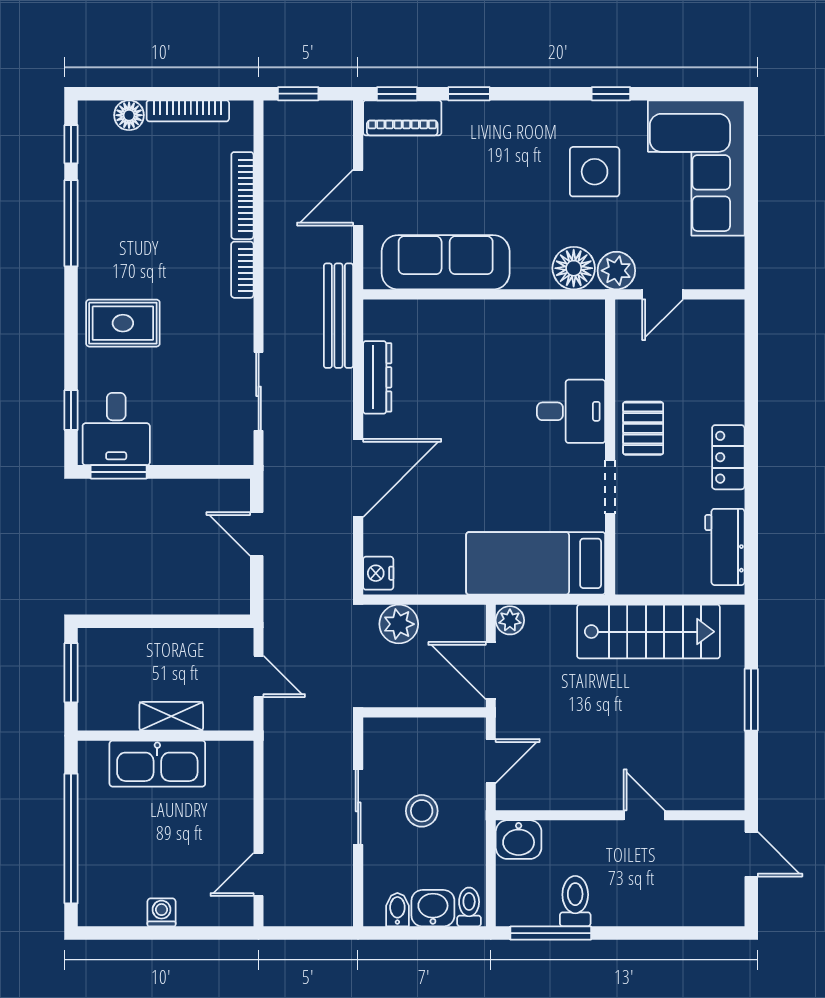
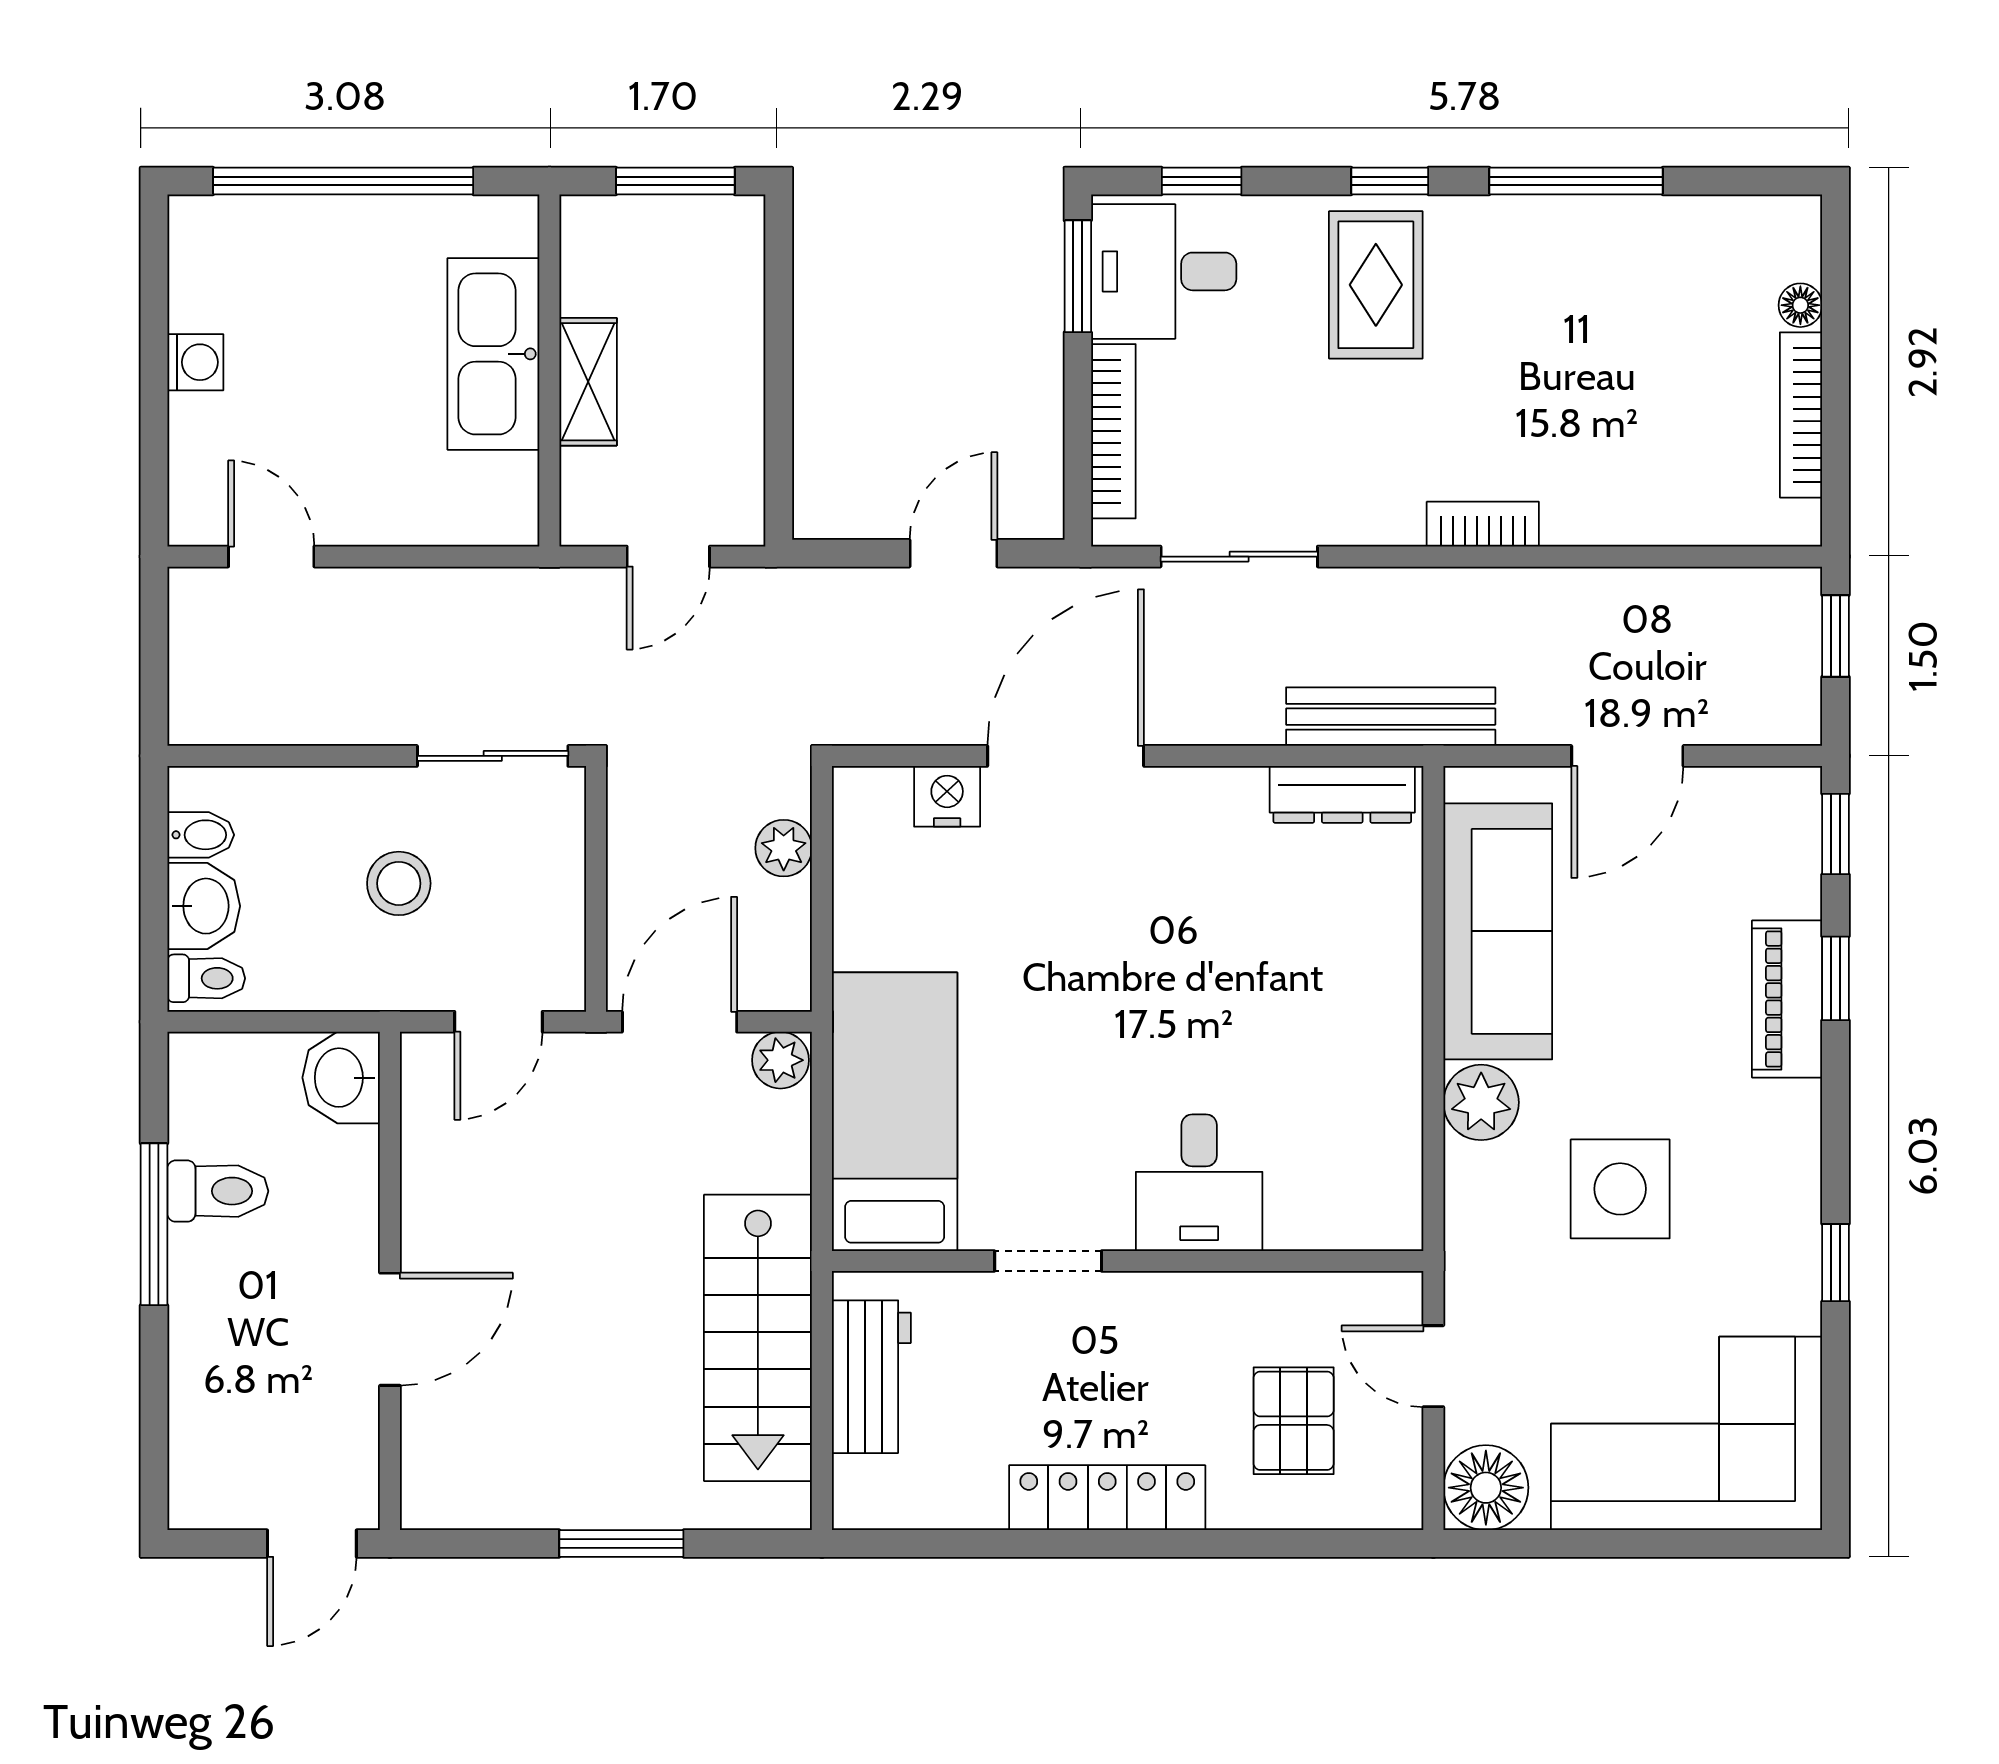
floor lamp: (129, 115) -> (1800, 305), width x0.73, depth x0.73
piano: (402, 118) -> (1787, 999), moved
window: (71, 144) -> (1390, 181), moved
side table: (595, 172) -> (1620, 1189), moved
bookcase: (242, 196) -> (1113, 431), moved, turned 90
door: (358, 198) -> (1627, 756), swing flipped
floor lamp: (574, 268) -> (1486, 1488), moved
plant: (616, 271) -> (1481, 1102), moved
dresser: (377, 377) -> (1342, 794), moved
pallet: (643, 428) -> (1294, 1421), moved, turned 90
locker: (728, 457) -> (1107, 1498), width x1.53
door: (358, 478) -> (1066, 756), swing flipped
workbench: (725, 547) -> (871, 1377), moved, turned 90
nightstand: (378, 573) -> (947, 796), moved
plant: (399, 624) -> (784, 848), width x0.73, depth x0.73
door: (491, 761) -> (499, 1022), hinge flipped
sliding door: (358, 807) -> (493, 756), moved
door: (644, 815) -> (390, 1329), width x1.37
window: (551, 933) -> (154, 1224), moved

